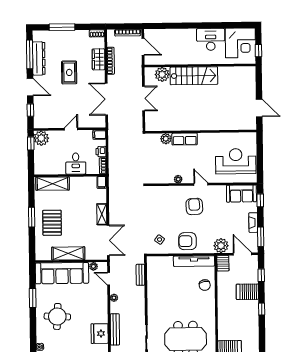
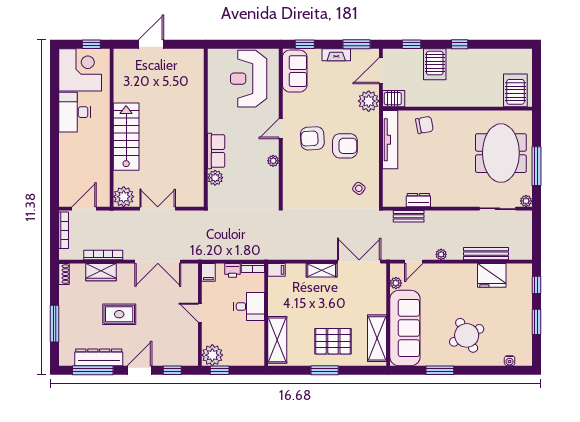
plant: (162, 74) -> (124, 197), moved
door: (259, 108) -> (151, 44), moved
armchair: (187, 241) -> (345, 146), moved, turned -90
shelving: (68, 253) -> (377, 338), moved
dresser: (152, 282) -> (418, 200), added
round table: (57, 316) -> (467, 335), turned -30

